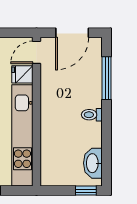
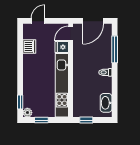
window: (86, 191) -> (86, 120), moved

